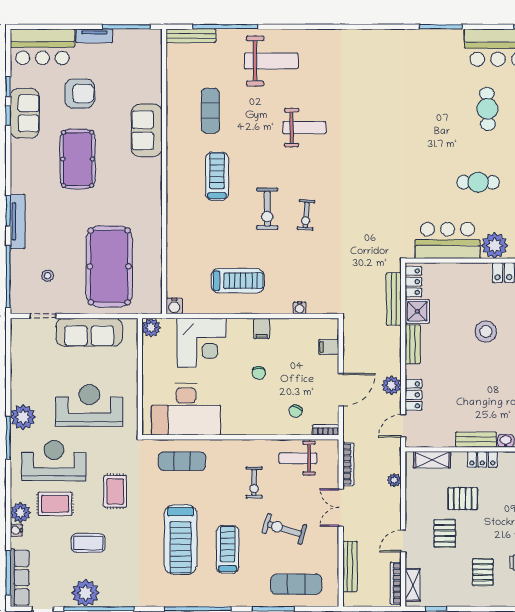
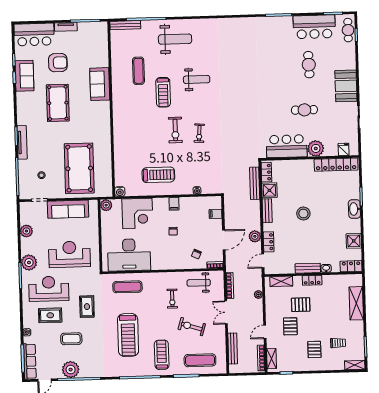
treadmill: (217, 176) -> (163, 92), moved, turned 180
stool: (486, 332) -> (303, 214), moved
plant: (20, 513) -> (26, 231), moved
treadmill: (228, 549) -> (162, 355), moved

